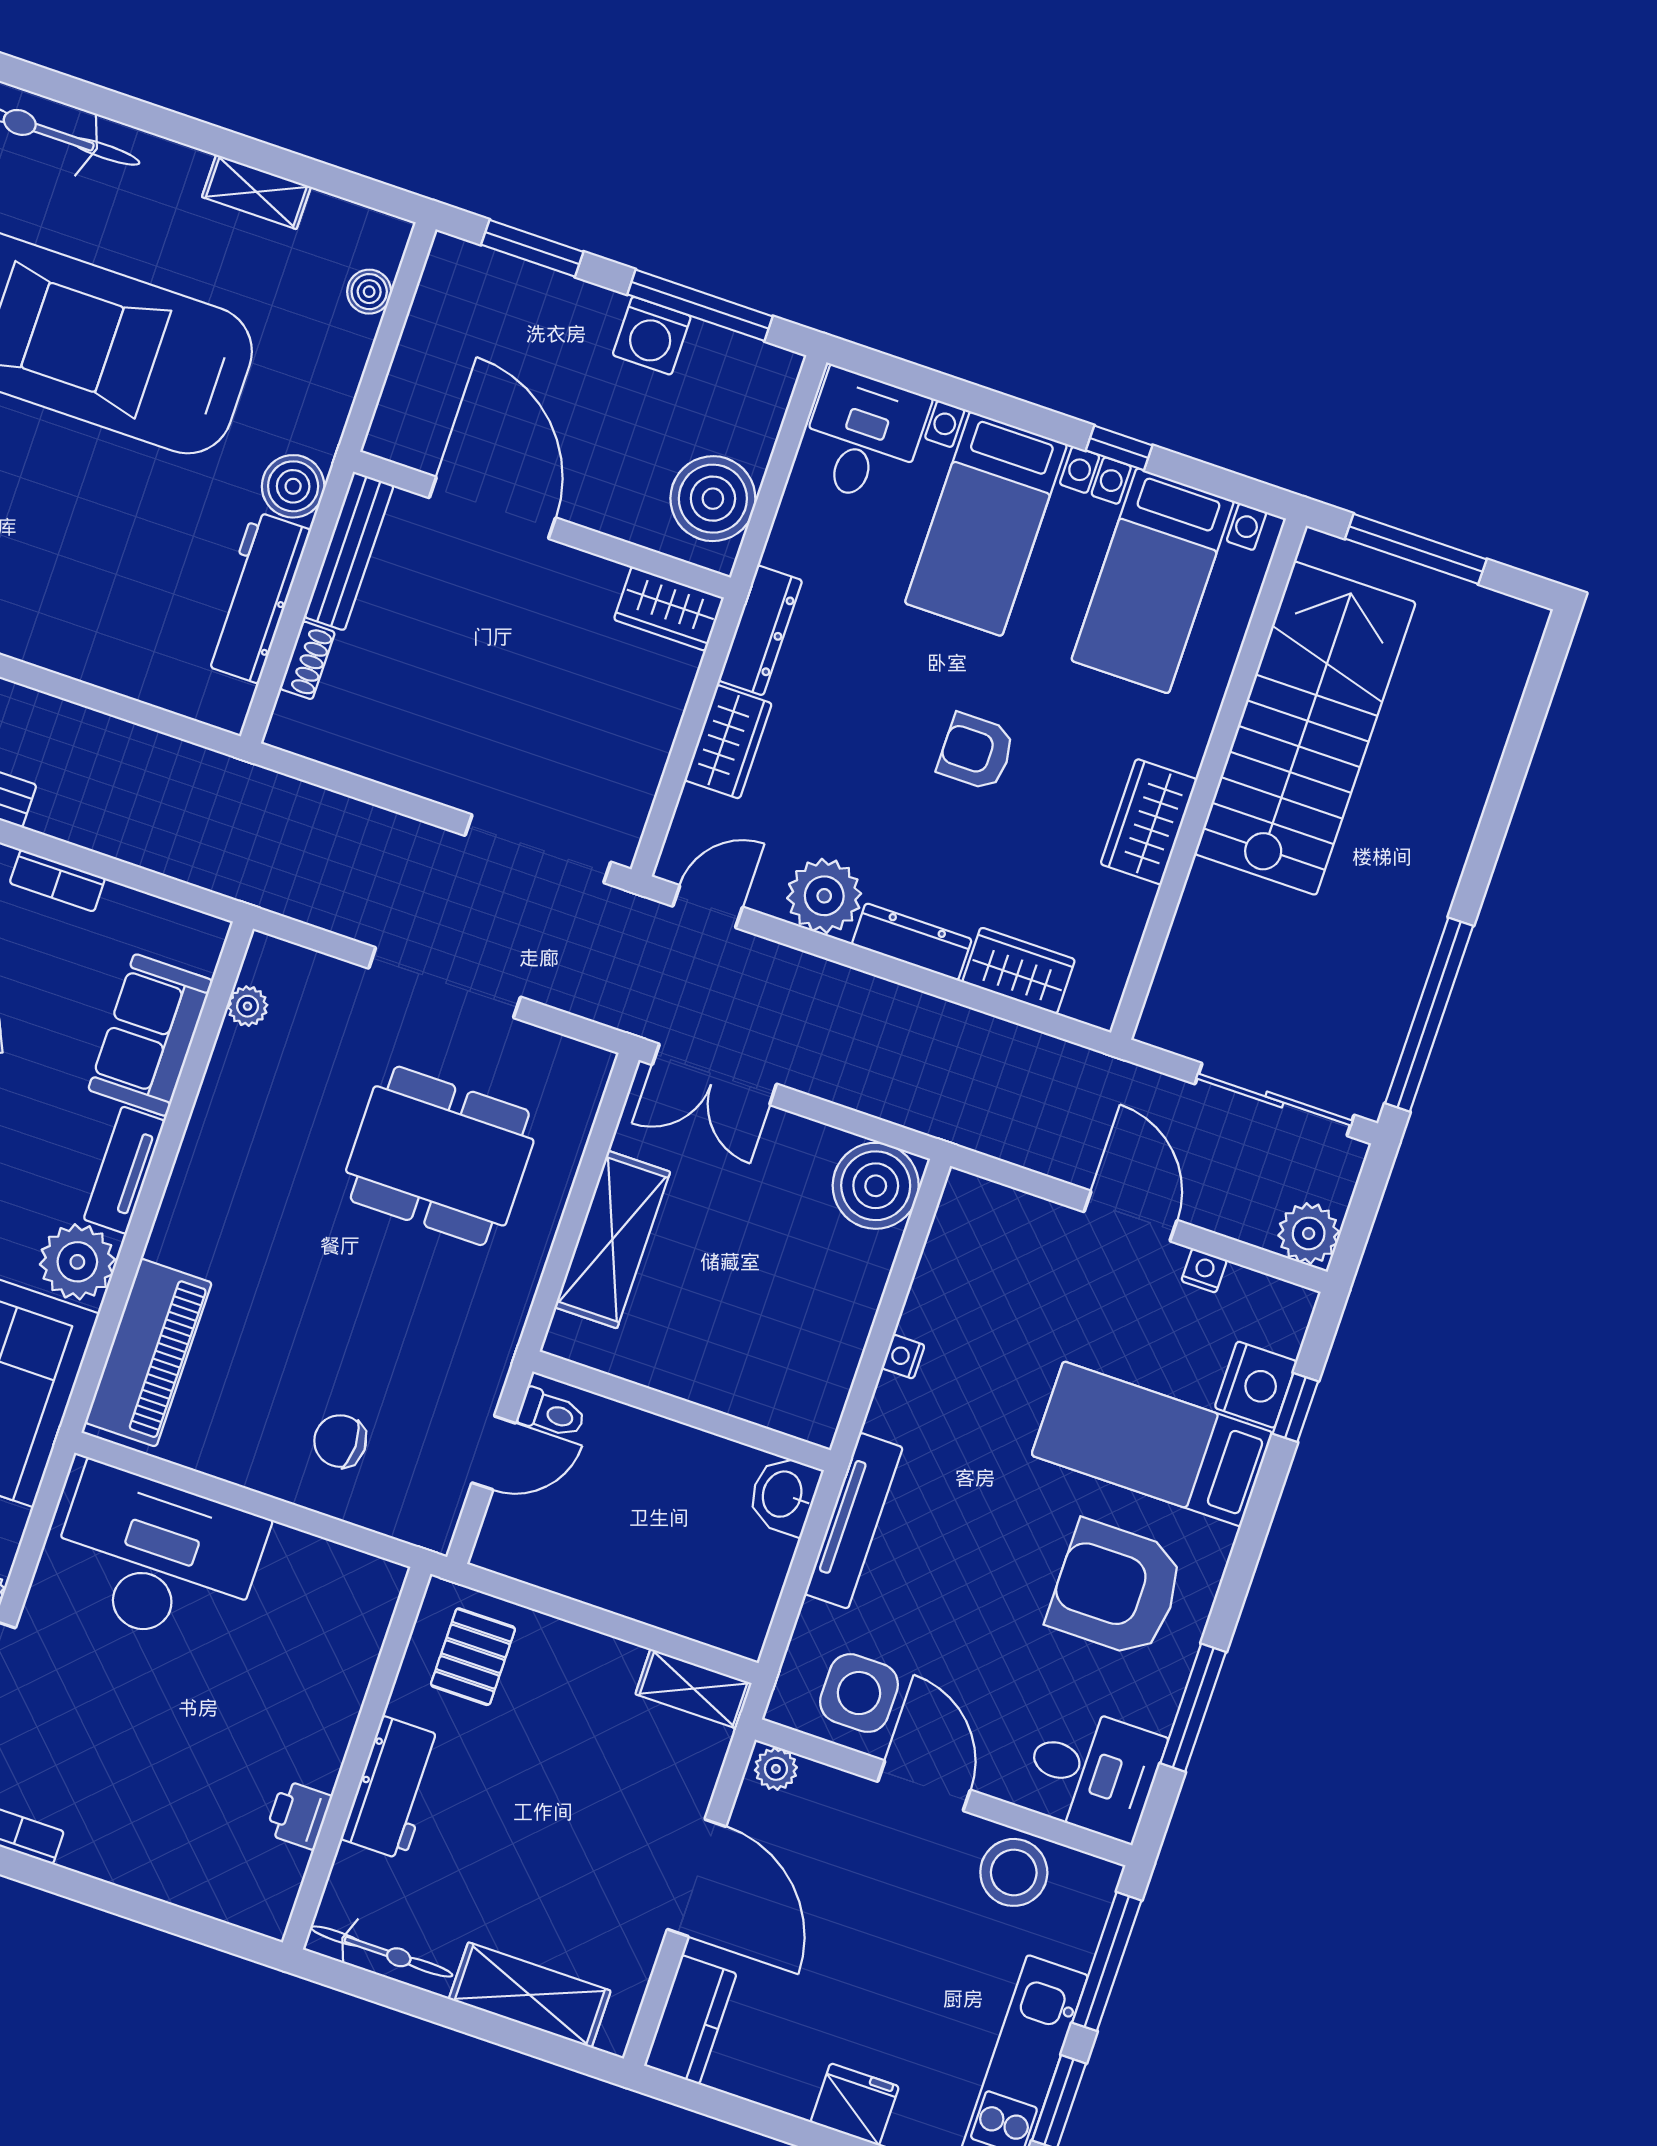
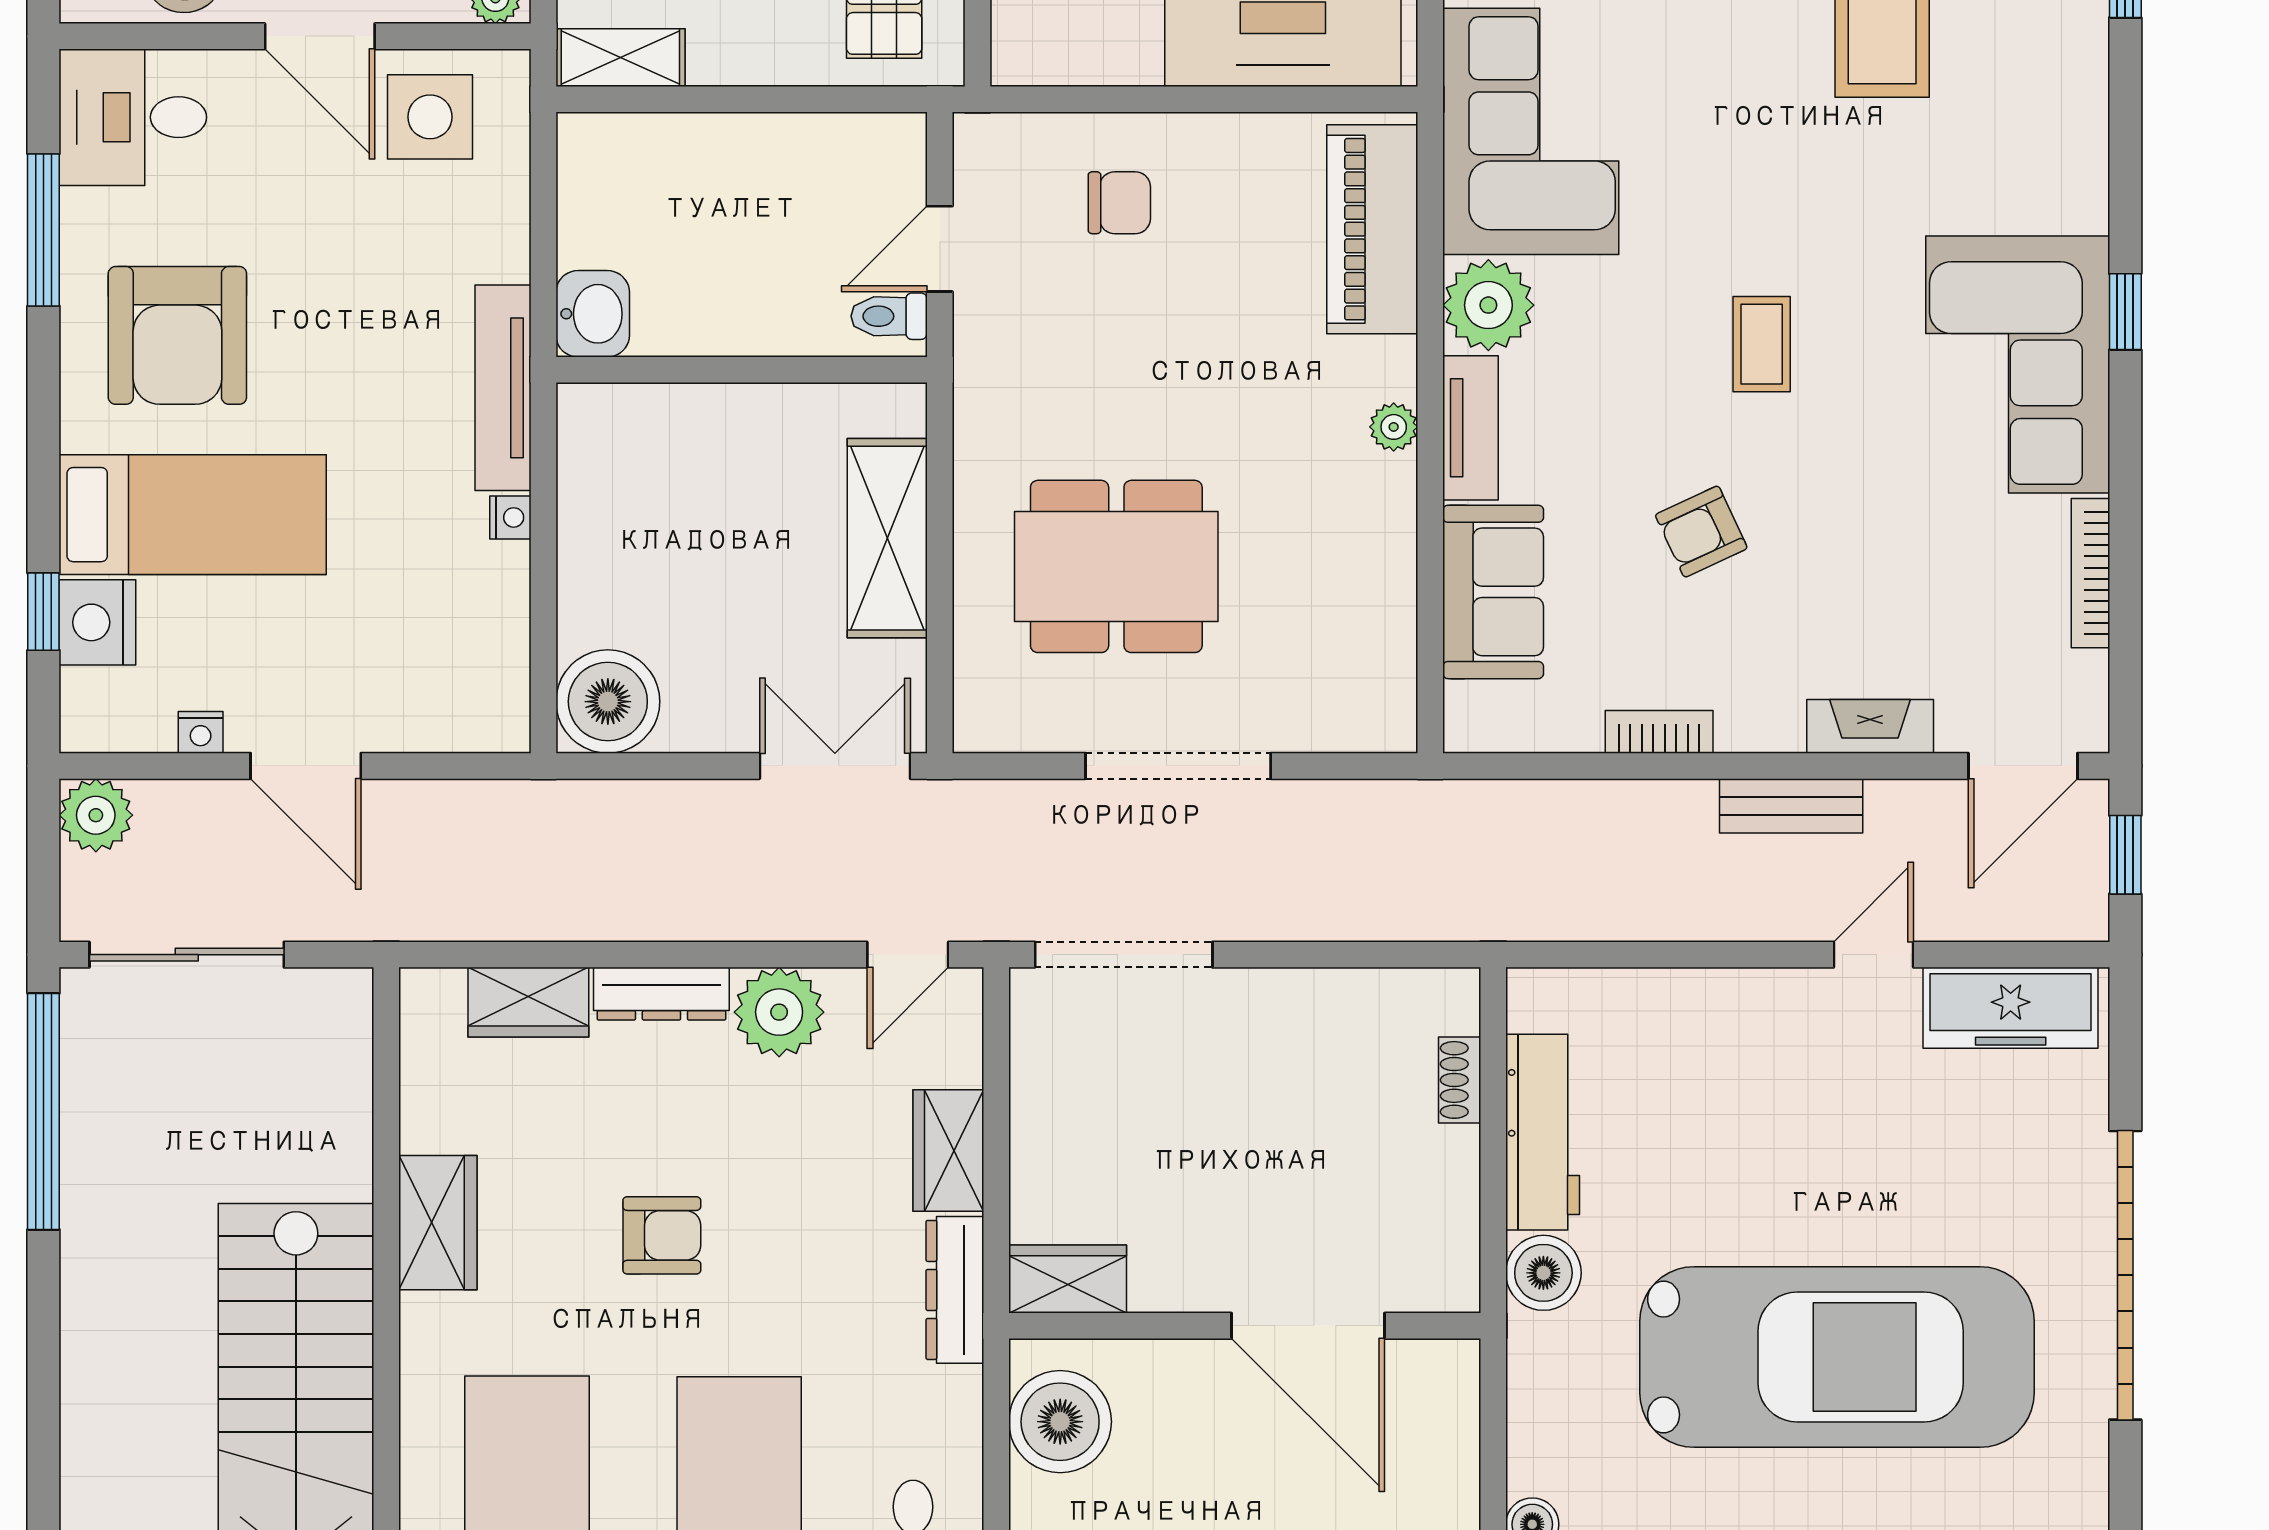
bench: (349, 551) -> (1455, 1221), removed
plant: (248, 1006) -> (1394, 427), moved
tv unit: (854, 1521) -> (503, 388), moved
armchair: (1116, 1589) -> (177, 335), turned 90

